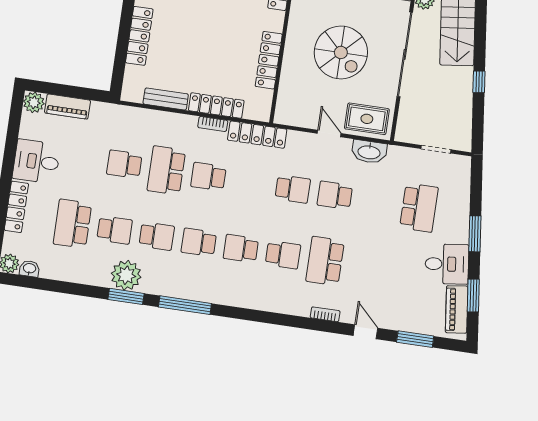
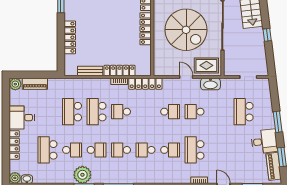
spiral stairs: (341, 52) -> (186, 30), width x1.37, depth x1.37
locker: (269, 60) -> (146, 29), moved
school desk: (124, 164) -> (72, 112), width x1.85
school desk: (419, 208) -> (244, 112), turned 180

